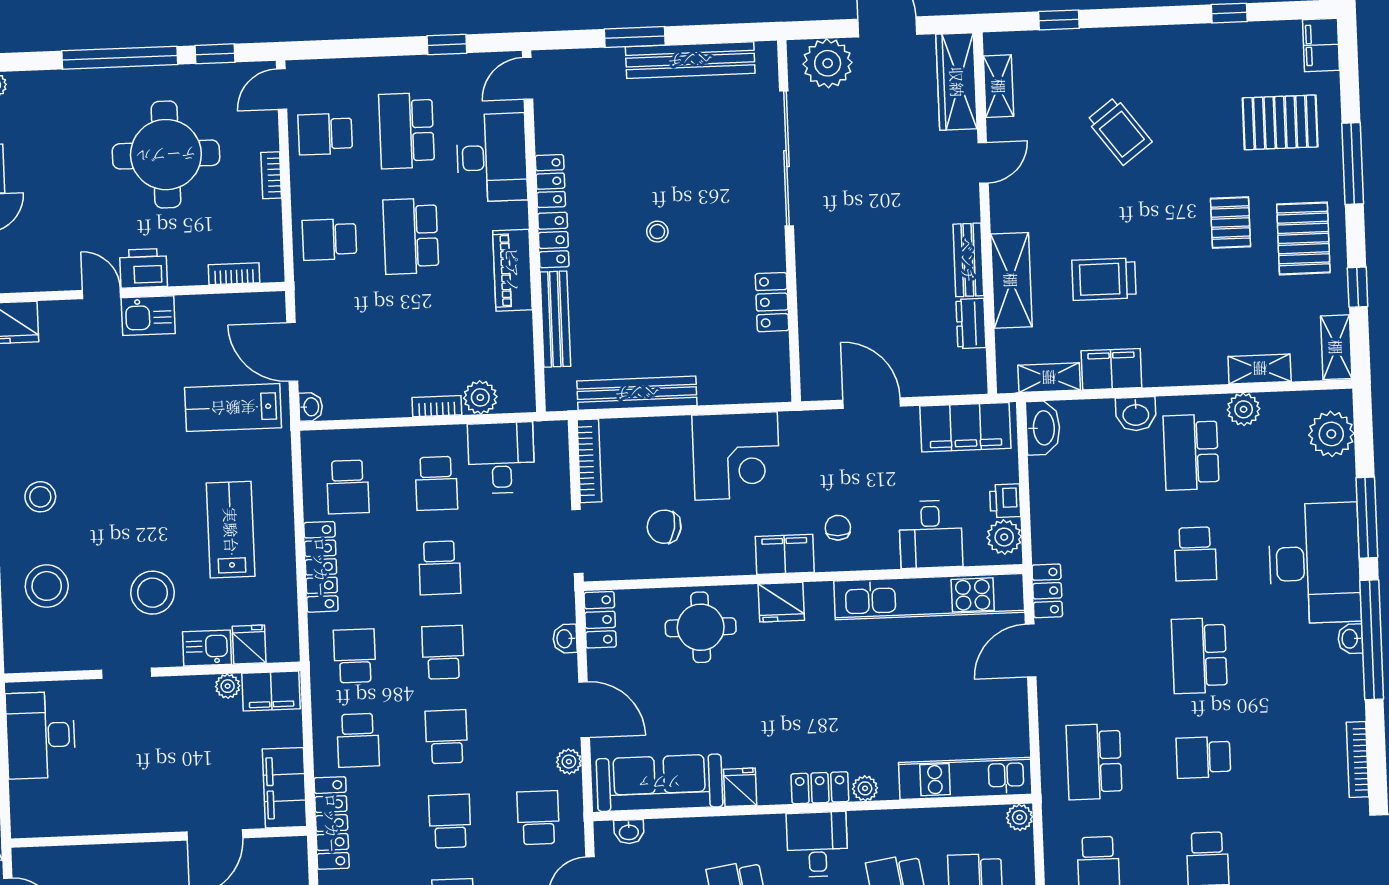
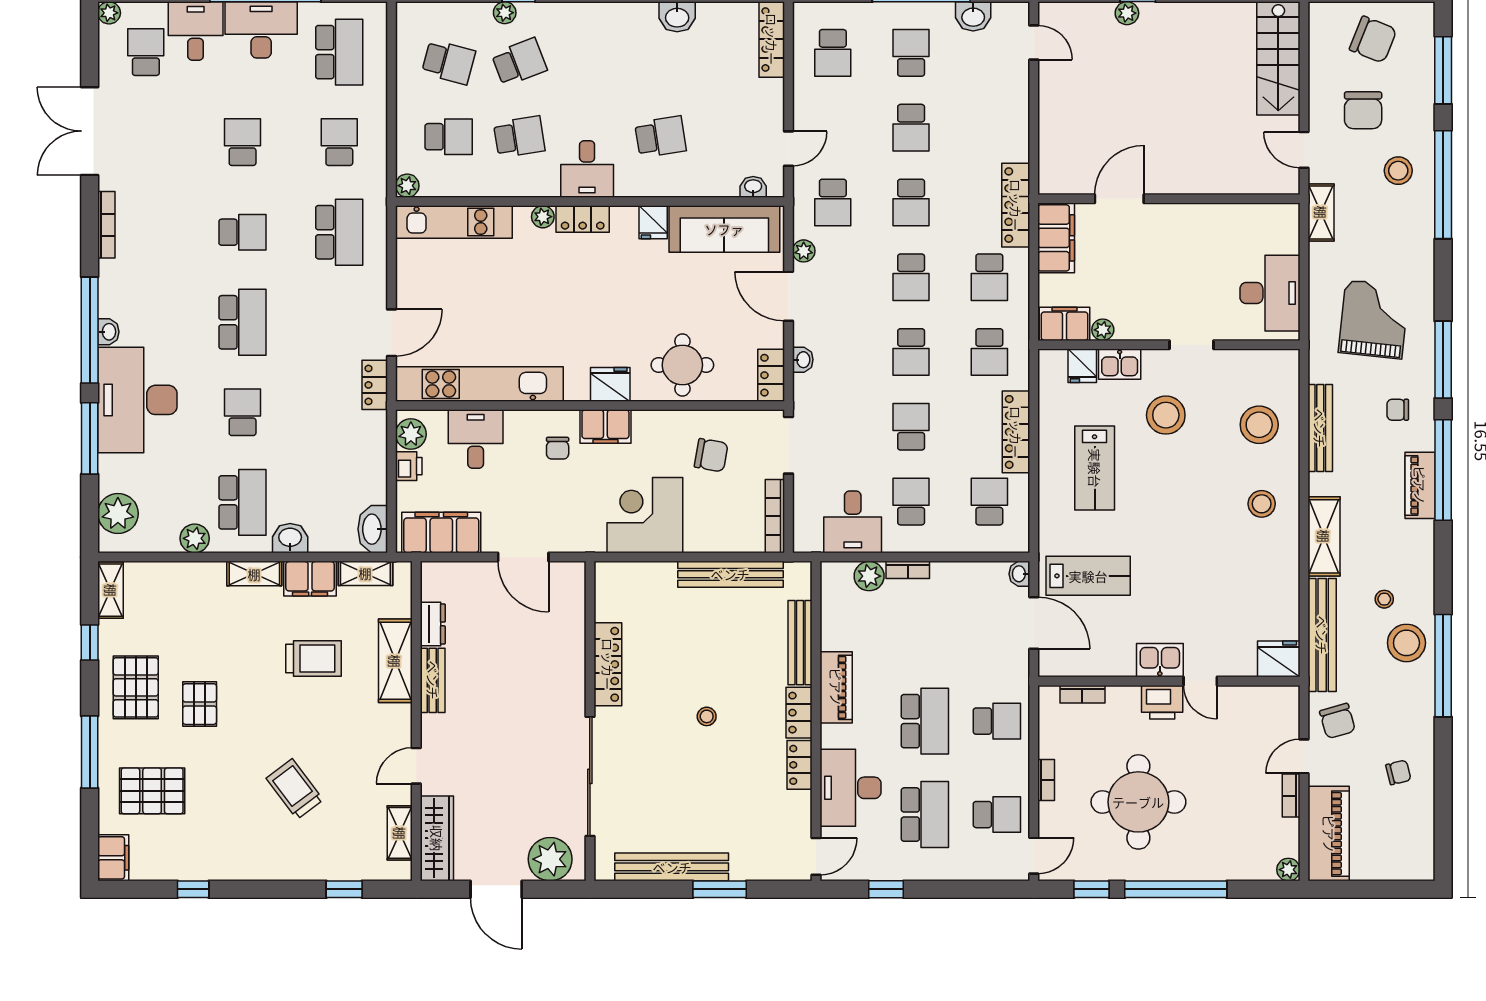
locker: (772, 302) -> (608, 664), width x1.53
shelving: (1260, 369) -> (254, 574), moved
school desk: (358, 740) -> (989, 277), turned 180

